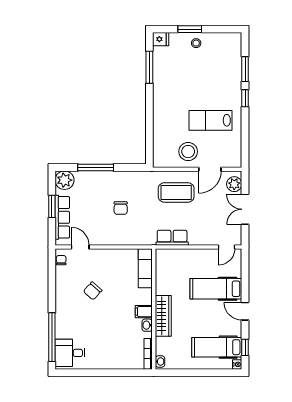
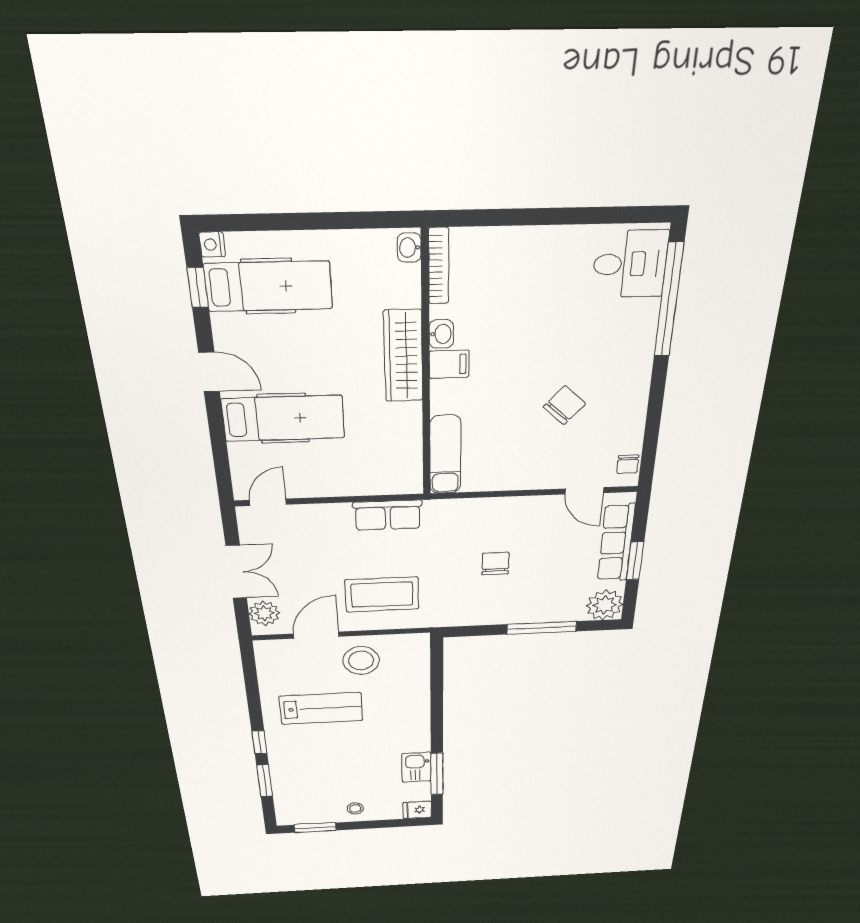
window: (190, 29) -> (315, 828), moved
kitchen sink: (161, 73) -> (416, 767), added

